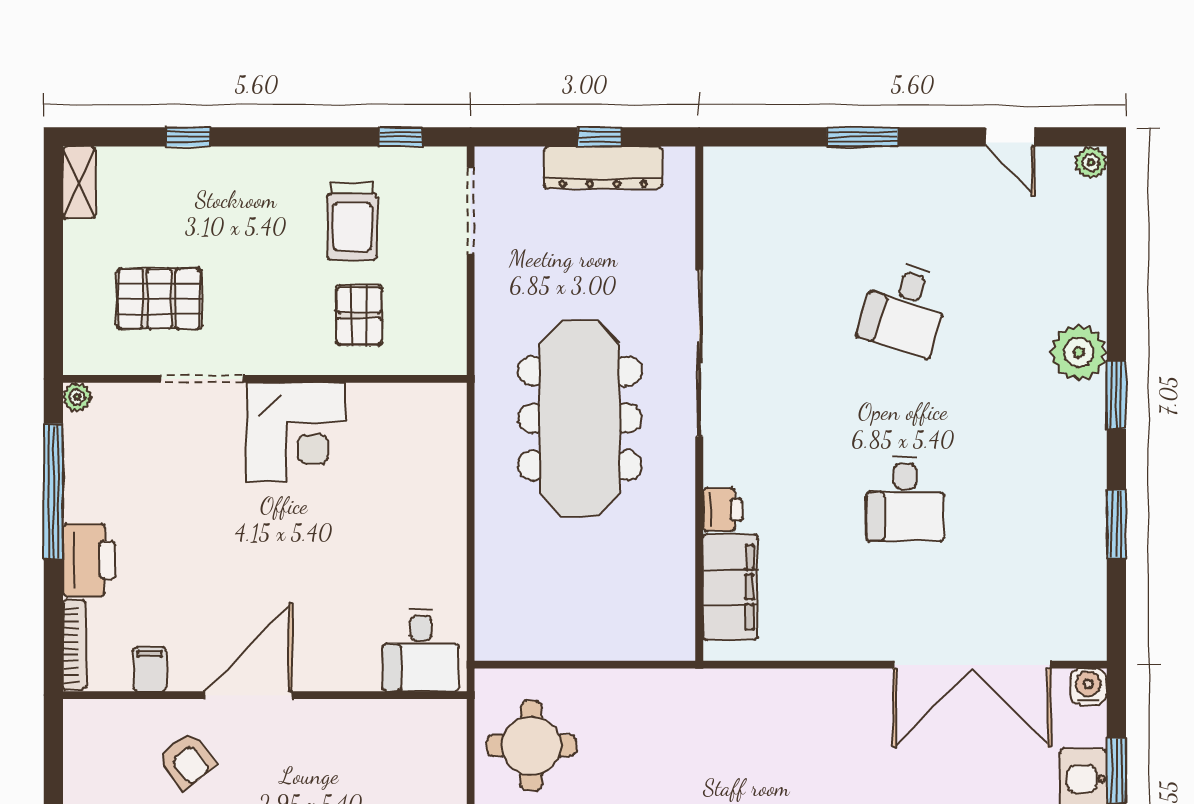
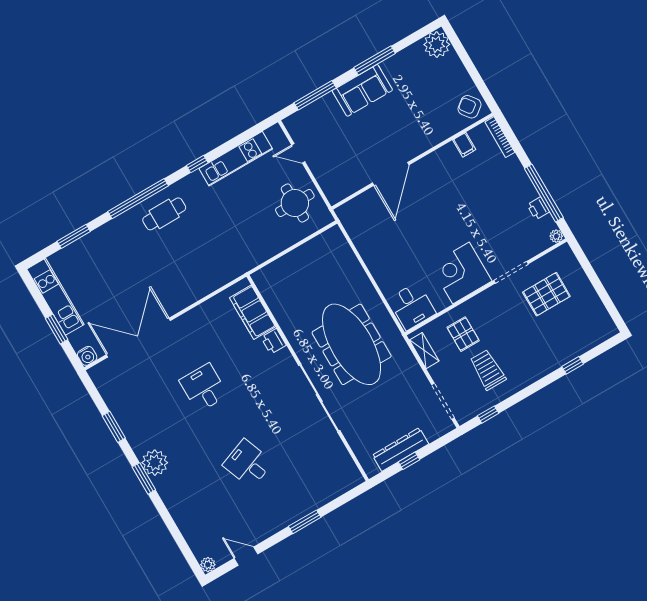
shelving: (79, 183) -> (424, 351), moved
desk: (905, 308) -> (248, 464), turned -39
plant: (1079, 352) -> (155, 463), moved
printer: (89, 560) -> (538, 208), moved, width x0.53, depth x0.68
desk: (421, 650) -> (412, 306), moved, turned 180
door: (248, 695) -> (391, 174), moved
armchair: (187, 760) -> (470, 107), moved

